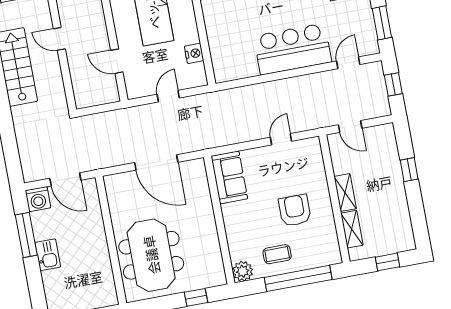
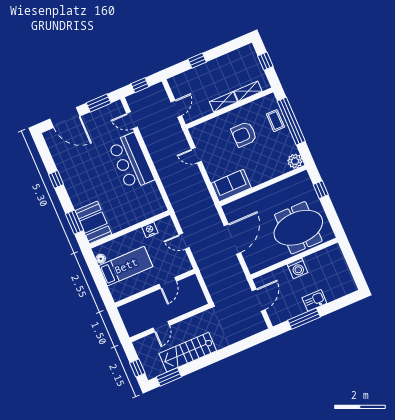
washing machine: (38, 199) -> (298, 268), moved, turned 90
coffee table: (277, 254) -> (275, 121), moved

